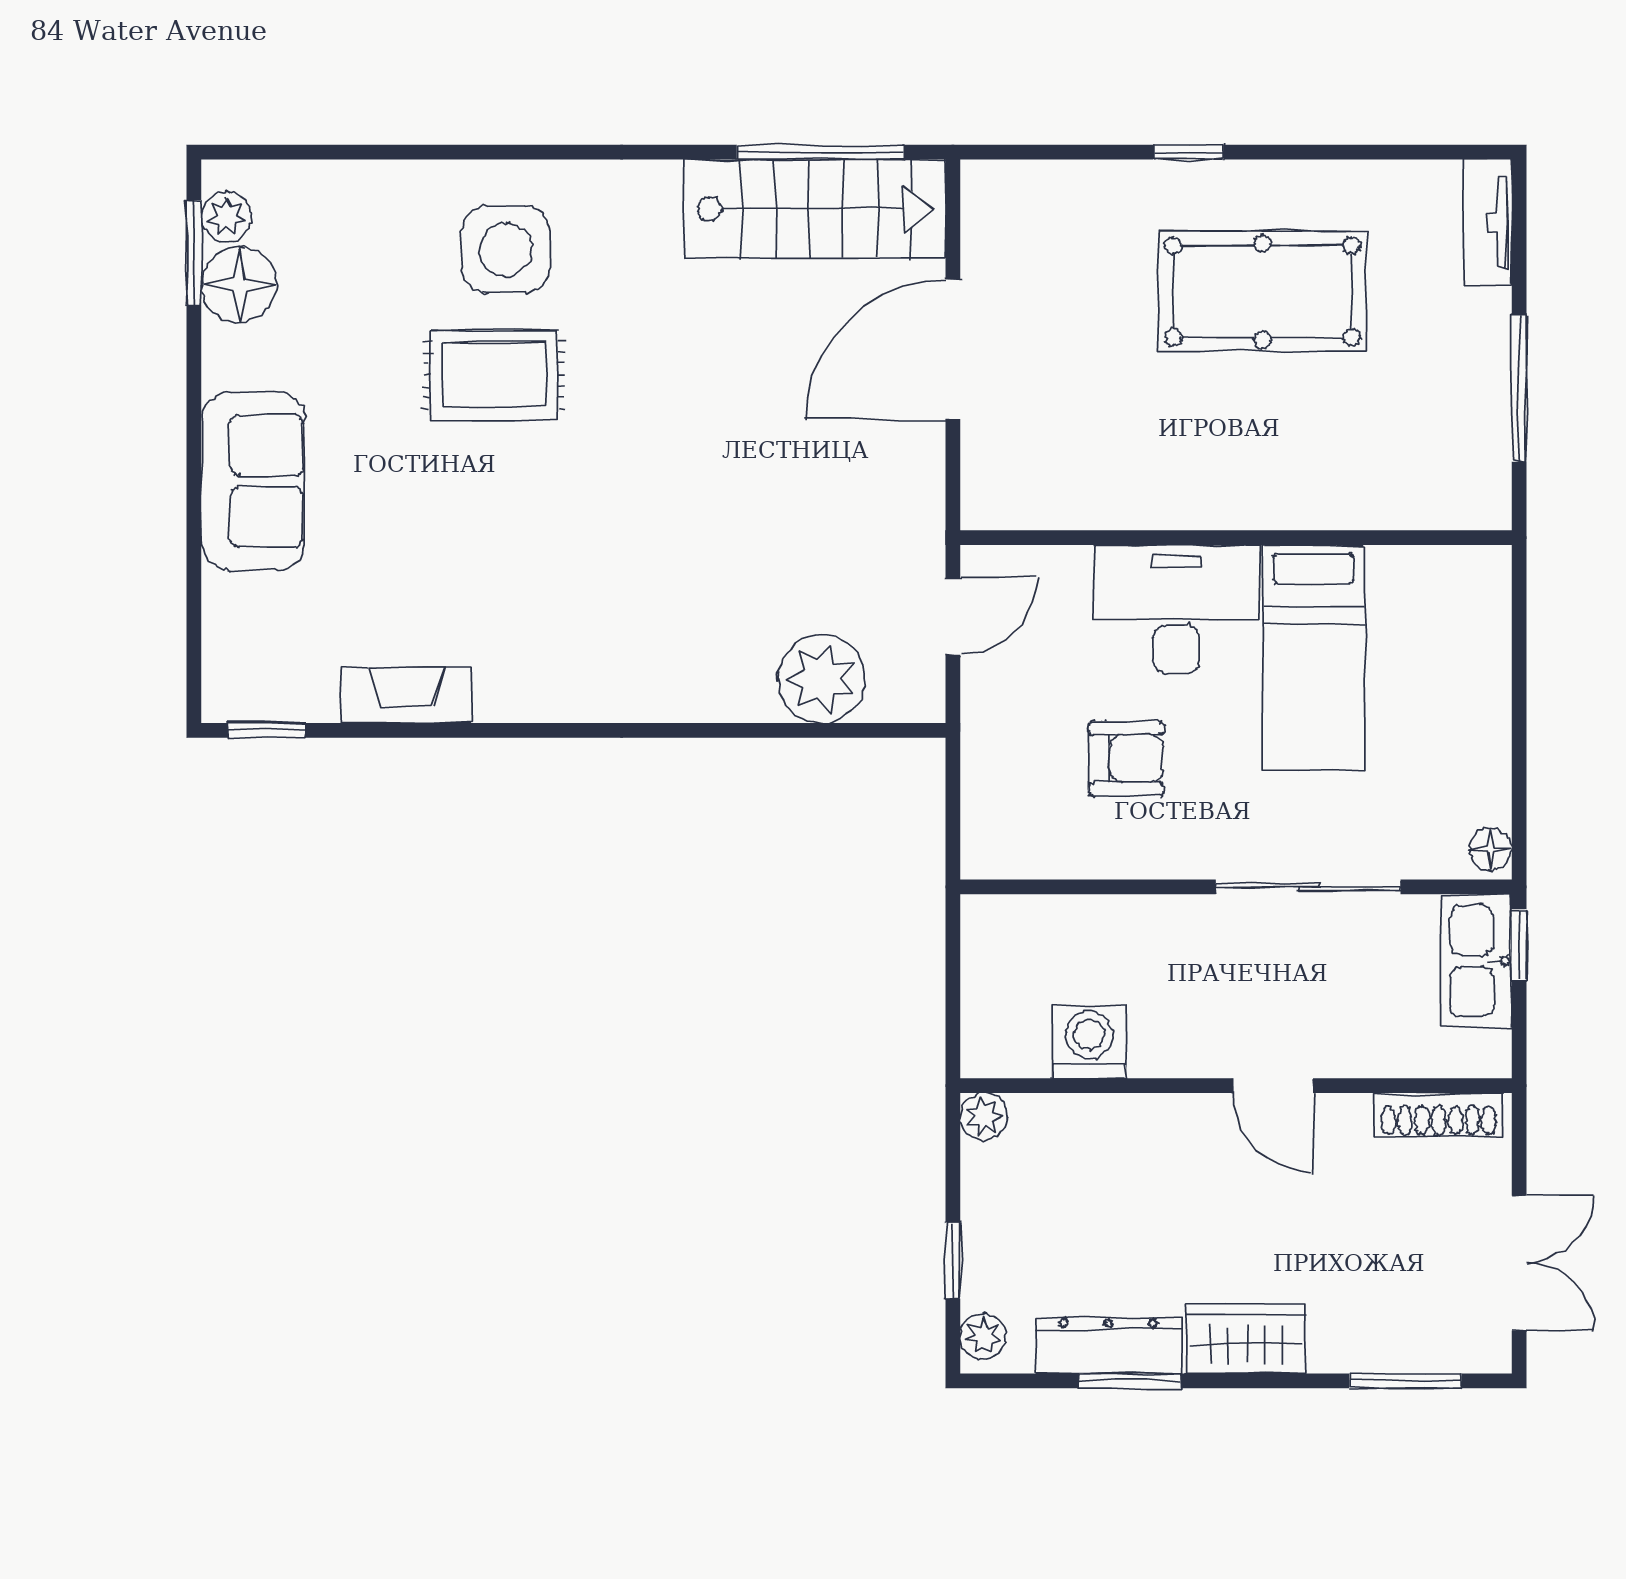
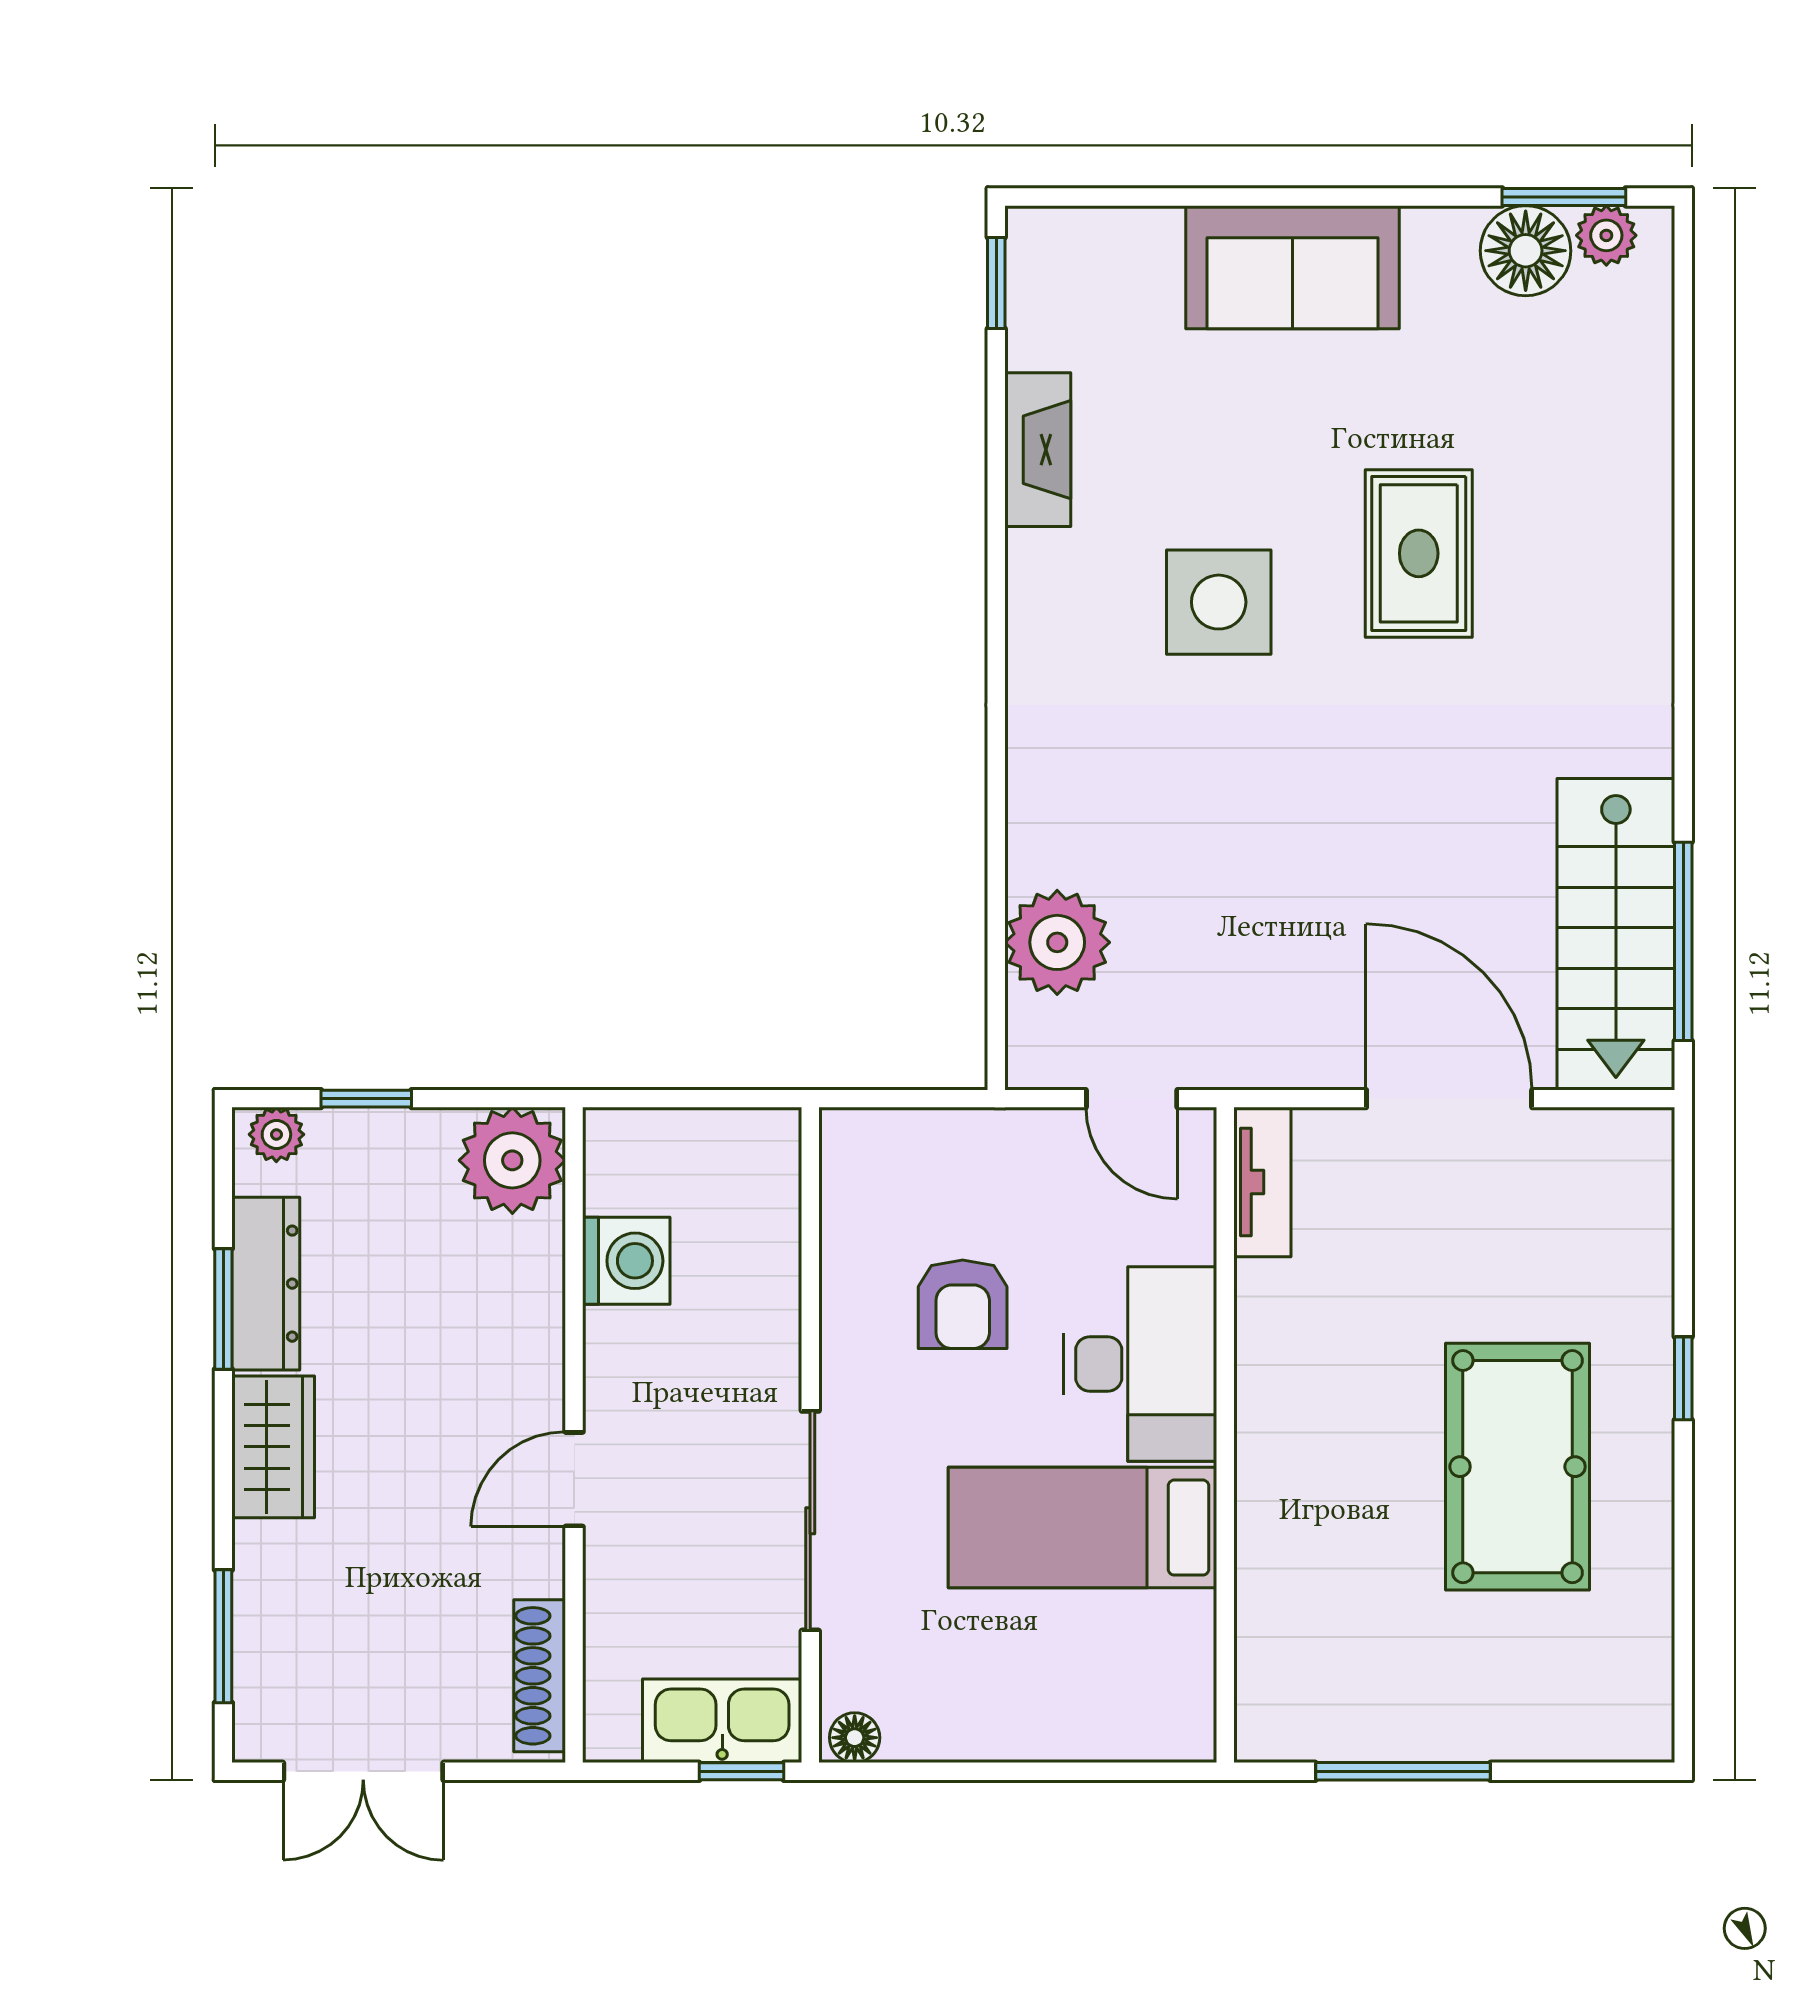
tv unit: (1488, 222) -> (1262, 1182), moved, turned 90
side table: (506, 249) -> (1219, 602), moved
plant: (984, 1117) -> (512, 1160), width x1.88, depth x1.88

